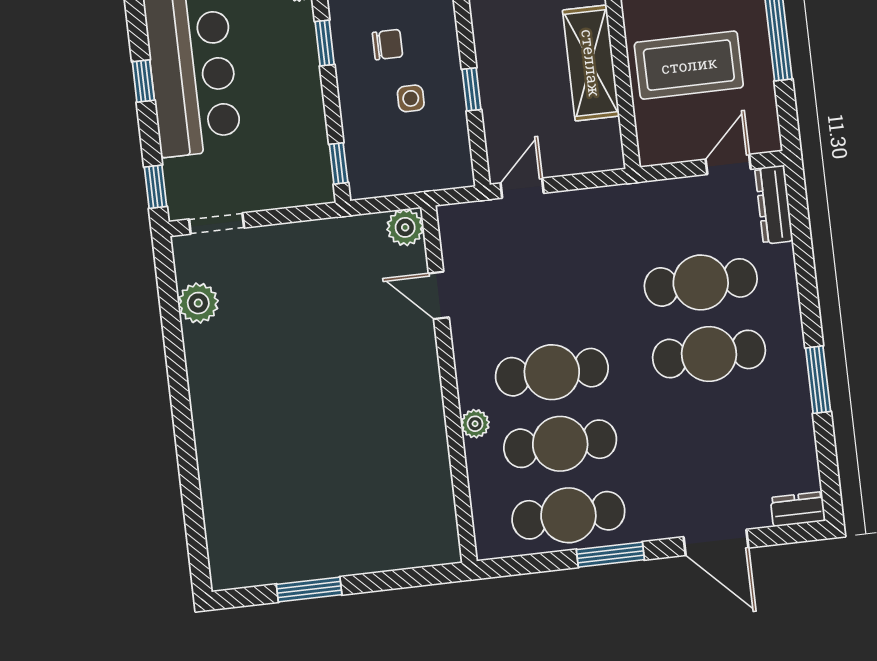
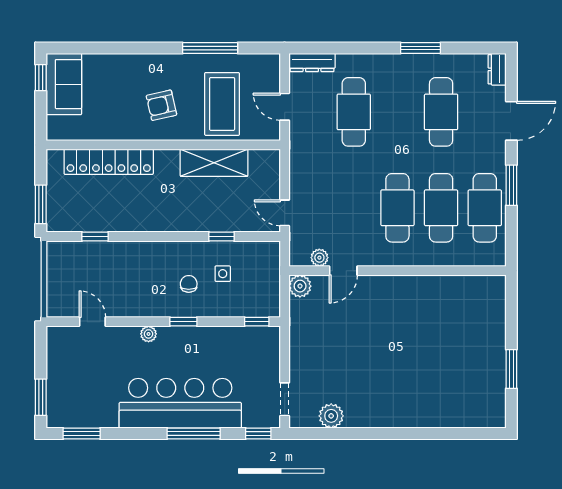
window: (143, 81) -> (194, 433), width x2.17
door: (728, 164) -> (285, 107), moved
cafe table: (709, 354) -> (441, 112), moved
plant: (475, 424) -> (319, 258), moved

